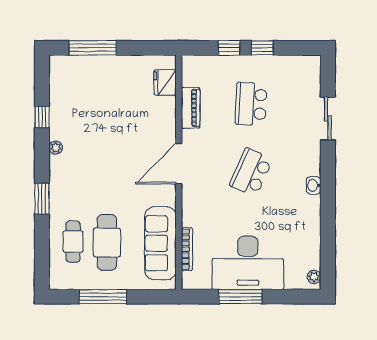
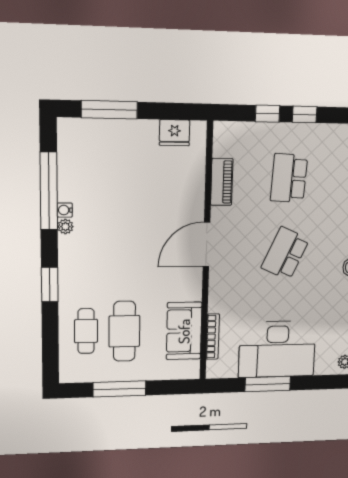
fridge: (165, 82) -> (175, 133), moved, turned -90
window: (42, 117) -> (49, 191), width x3.17
water cooler: (55, 133) -> (65, 210), added
sofa: (160, 243) -> (184, 331), width x0.73

